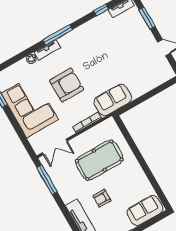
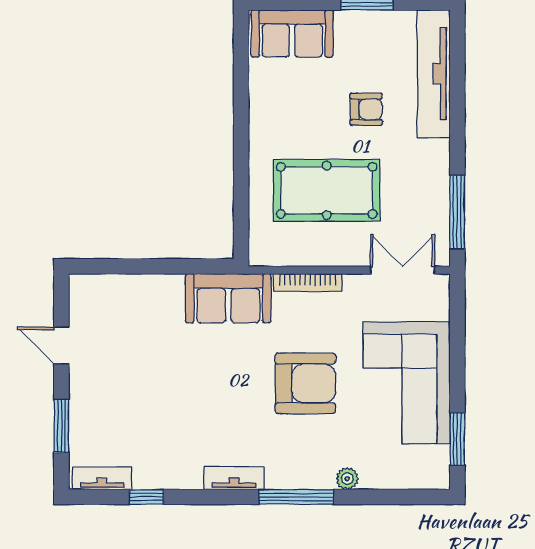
window: (58, 35) -> (296, 497), moved
tv unit: (47, 50) -> (234, 478), moved
armchair: (67, 85) -> (305, 383), turned 180

